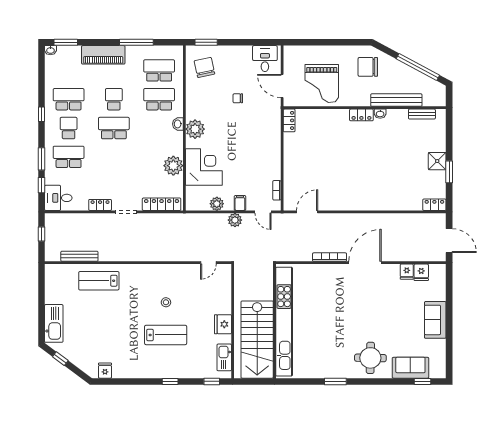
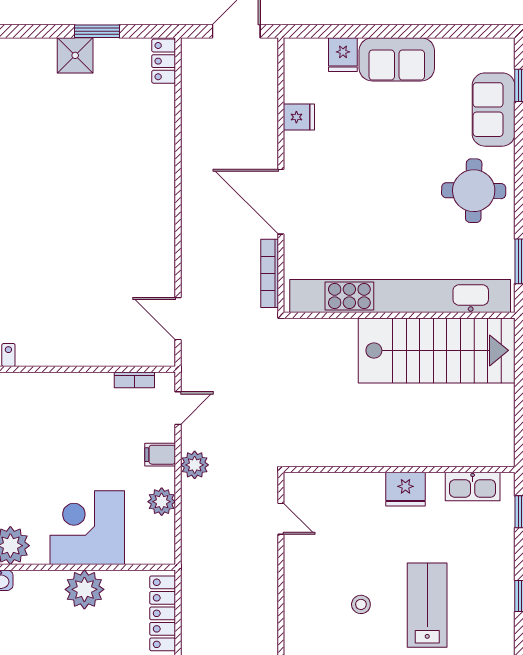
fridge: (421, 272) -> (343, 55), moved, turned 90
wall: (275, 321) -> (399, 315), moved
kitchen unit: (284, 322) -> (400, 296), moved
stairs: (257, 340) -> (437, 350), moved

